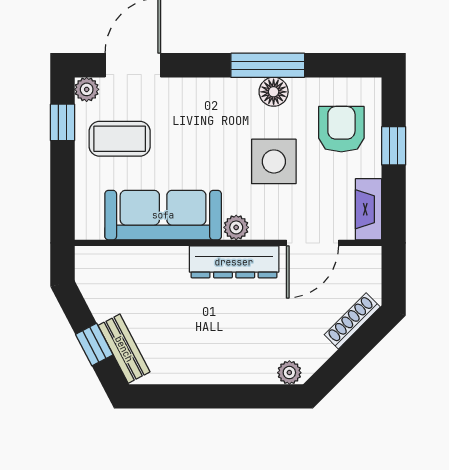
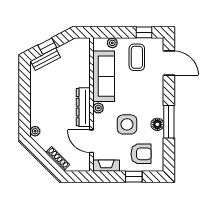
plant: (87, 89) -> (112, 43), moved

